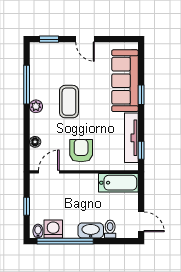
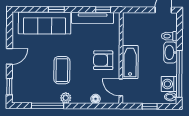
coffee table: (69, 102) -> (62, 70), turned 90
bathtub: (118, 183) -> (130, 62), moved

